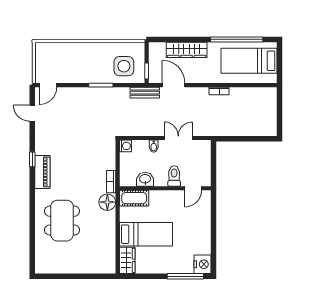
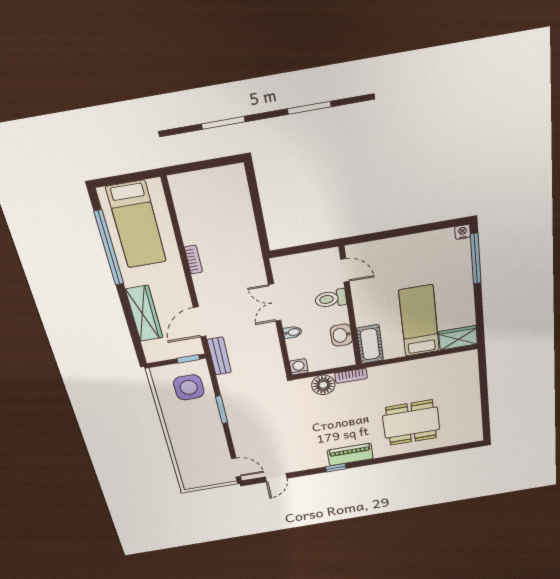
floor lamp: (107, 202) -> (323, 385), moved
nightstand: (202, 264) -> (463, 232), width x0.53, depth x0.56

